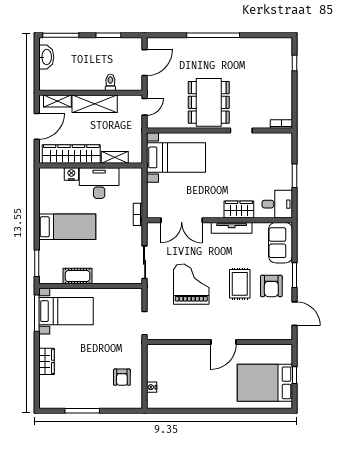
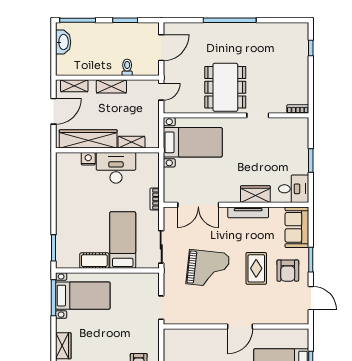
shelving: (95, 104) -> (111, 86), width x0.67, depth x0.75
bed: (67, 227) -> (123, 240), moved, turned -90
grand piano: (191, 284) -> (208, 269), turned 96

